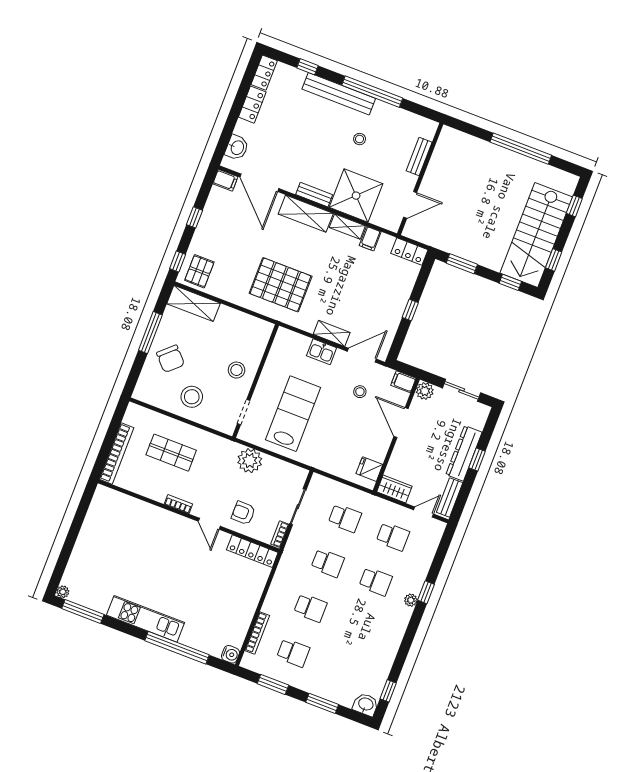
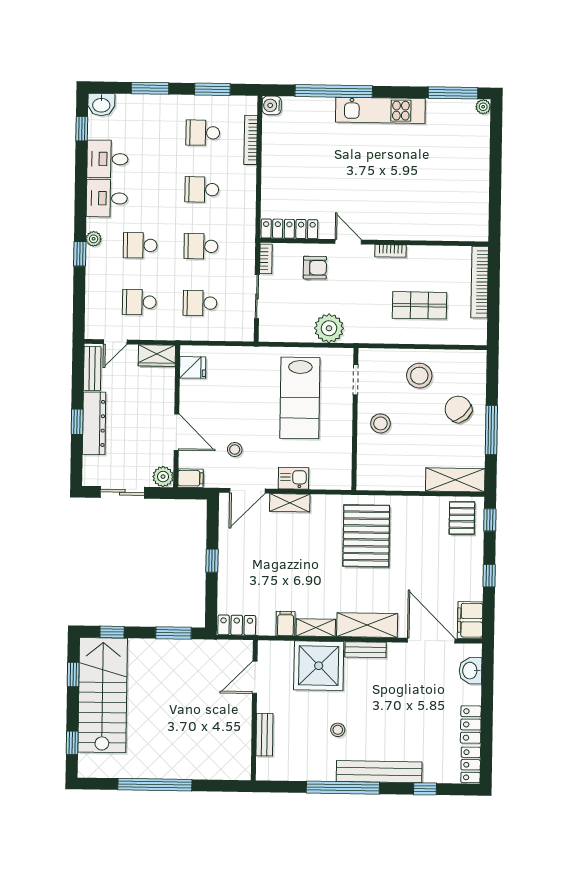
filing cabinet: (225, 180) -> (470, 620), width x2.00
pallet: (281, 285) -> (366, 536), turned 90
desk: (388, 628) -> (107, 198), added
desk: (377, 659) -> (107, 159), added

